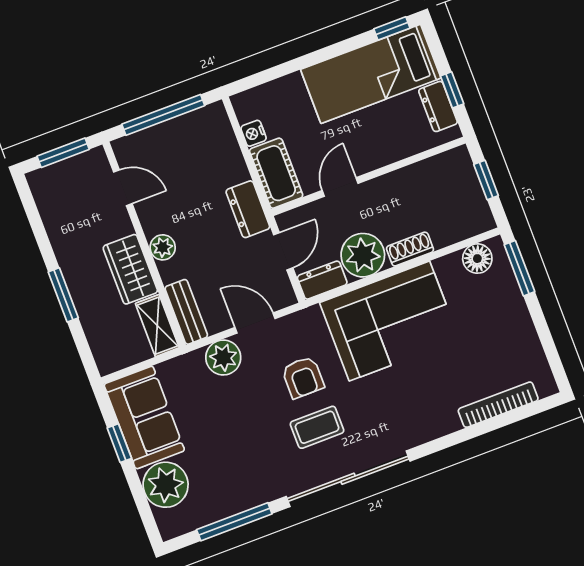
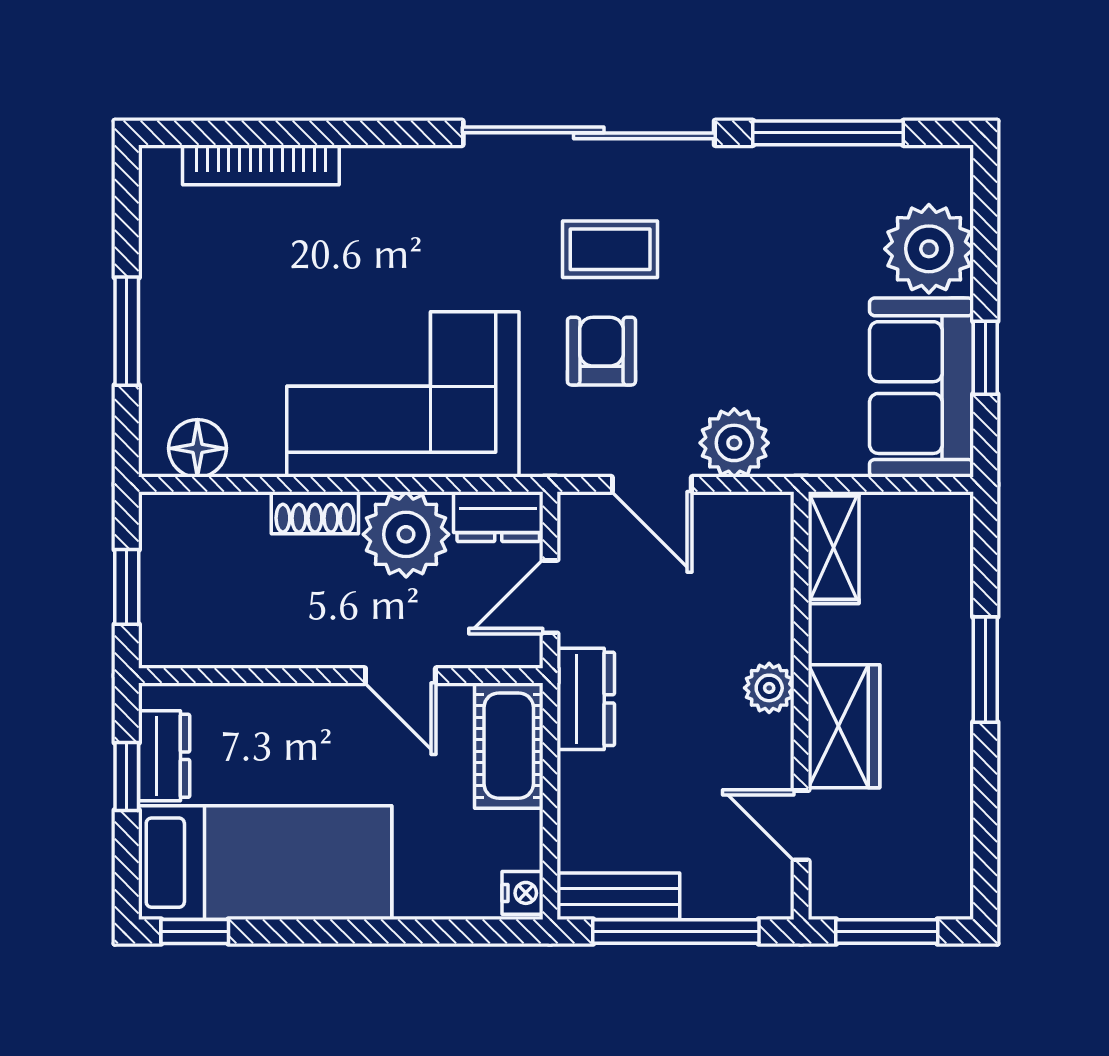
nightstand: (254, 133) -> (523, 893), moved
door: (340, 187) -> (400, 676), hinge flipped
window: (519, 268) -> (127, 331), moved
wardrobe: (130, 269) -> (844, 726), moved
bench: (186, 312) -> (618, 896), moved, turned 90

